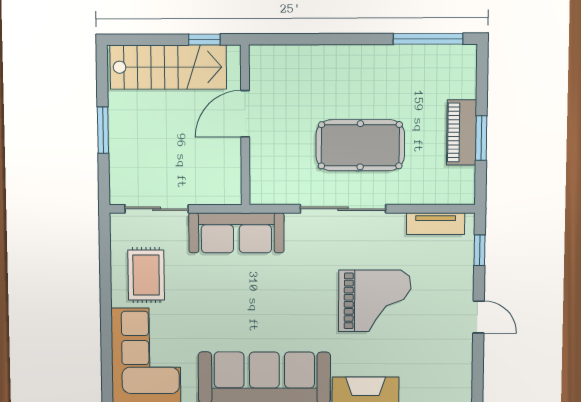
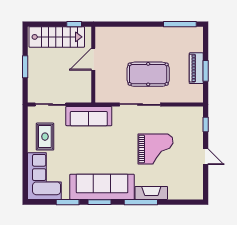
tv unit: (436, 224) -> (184, 112), removed

